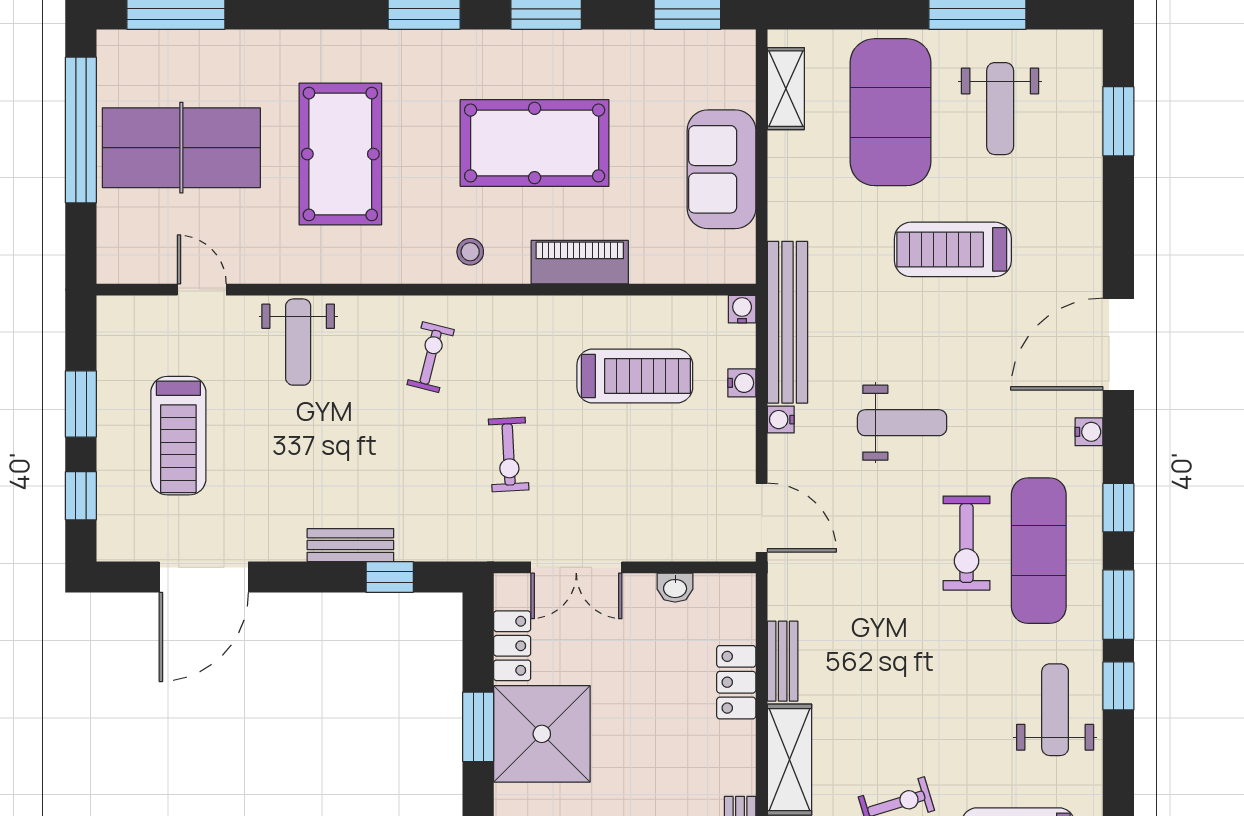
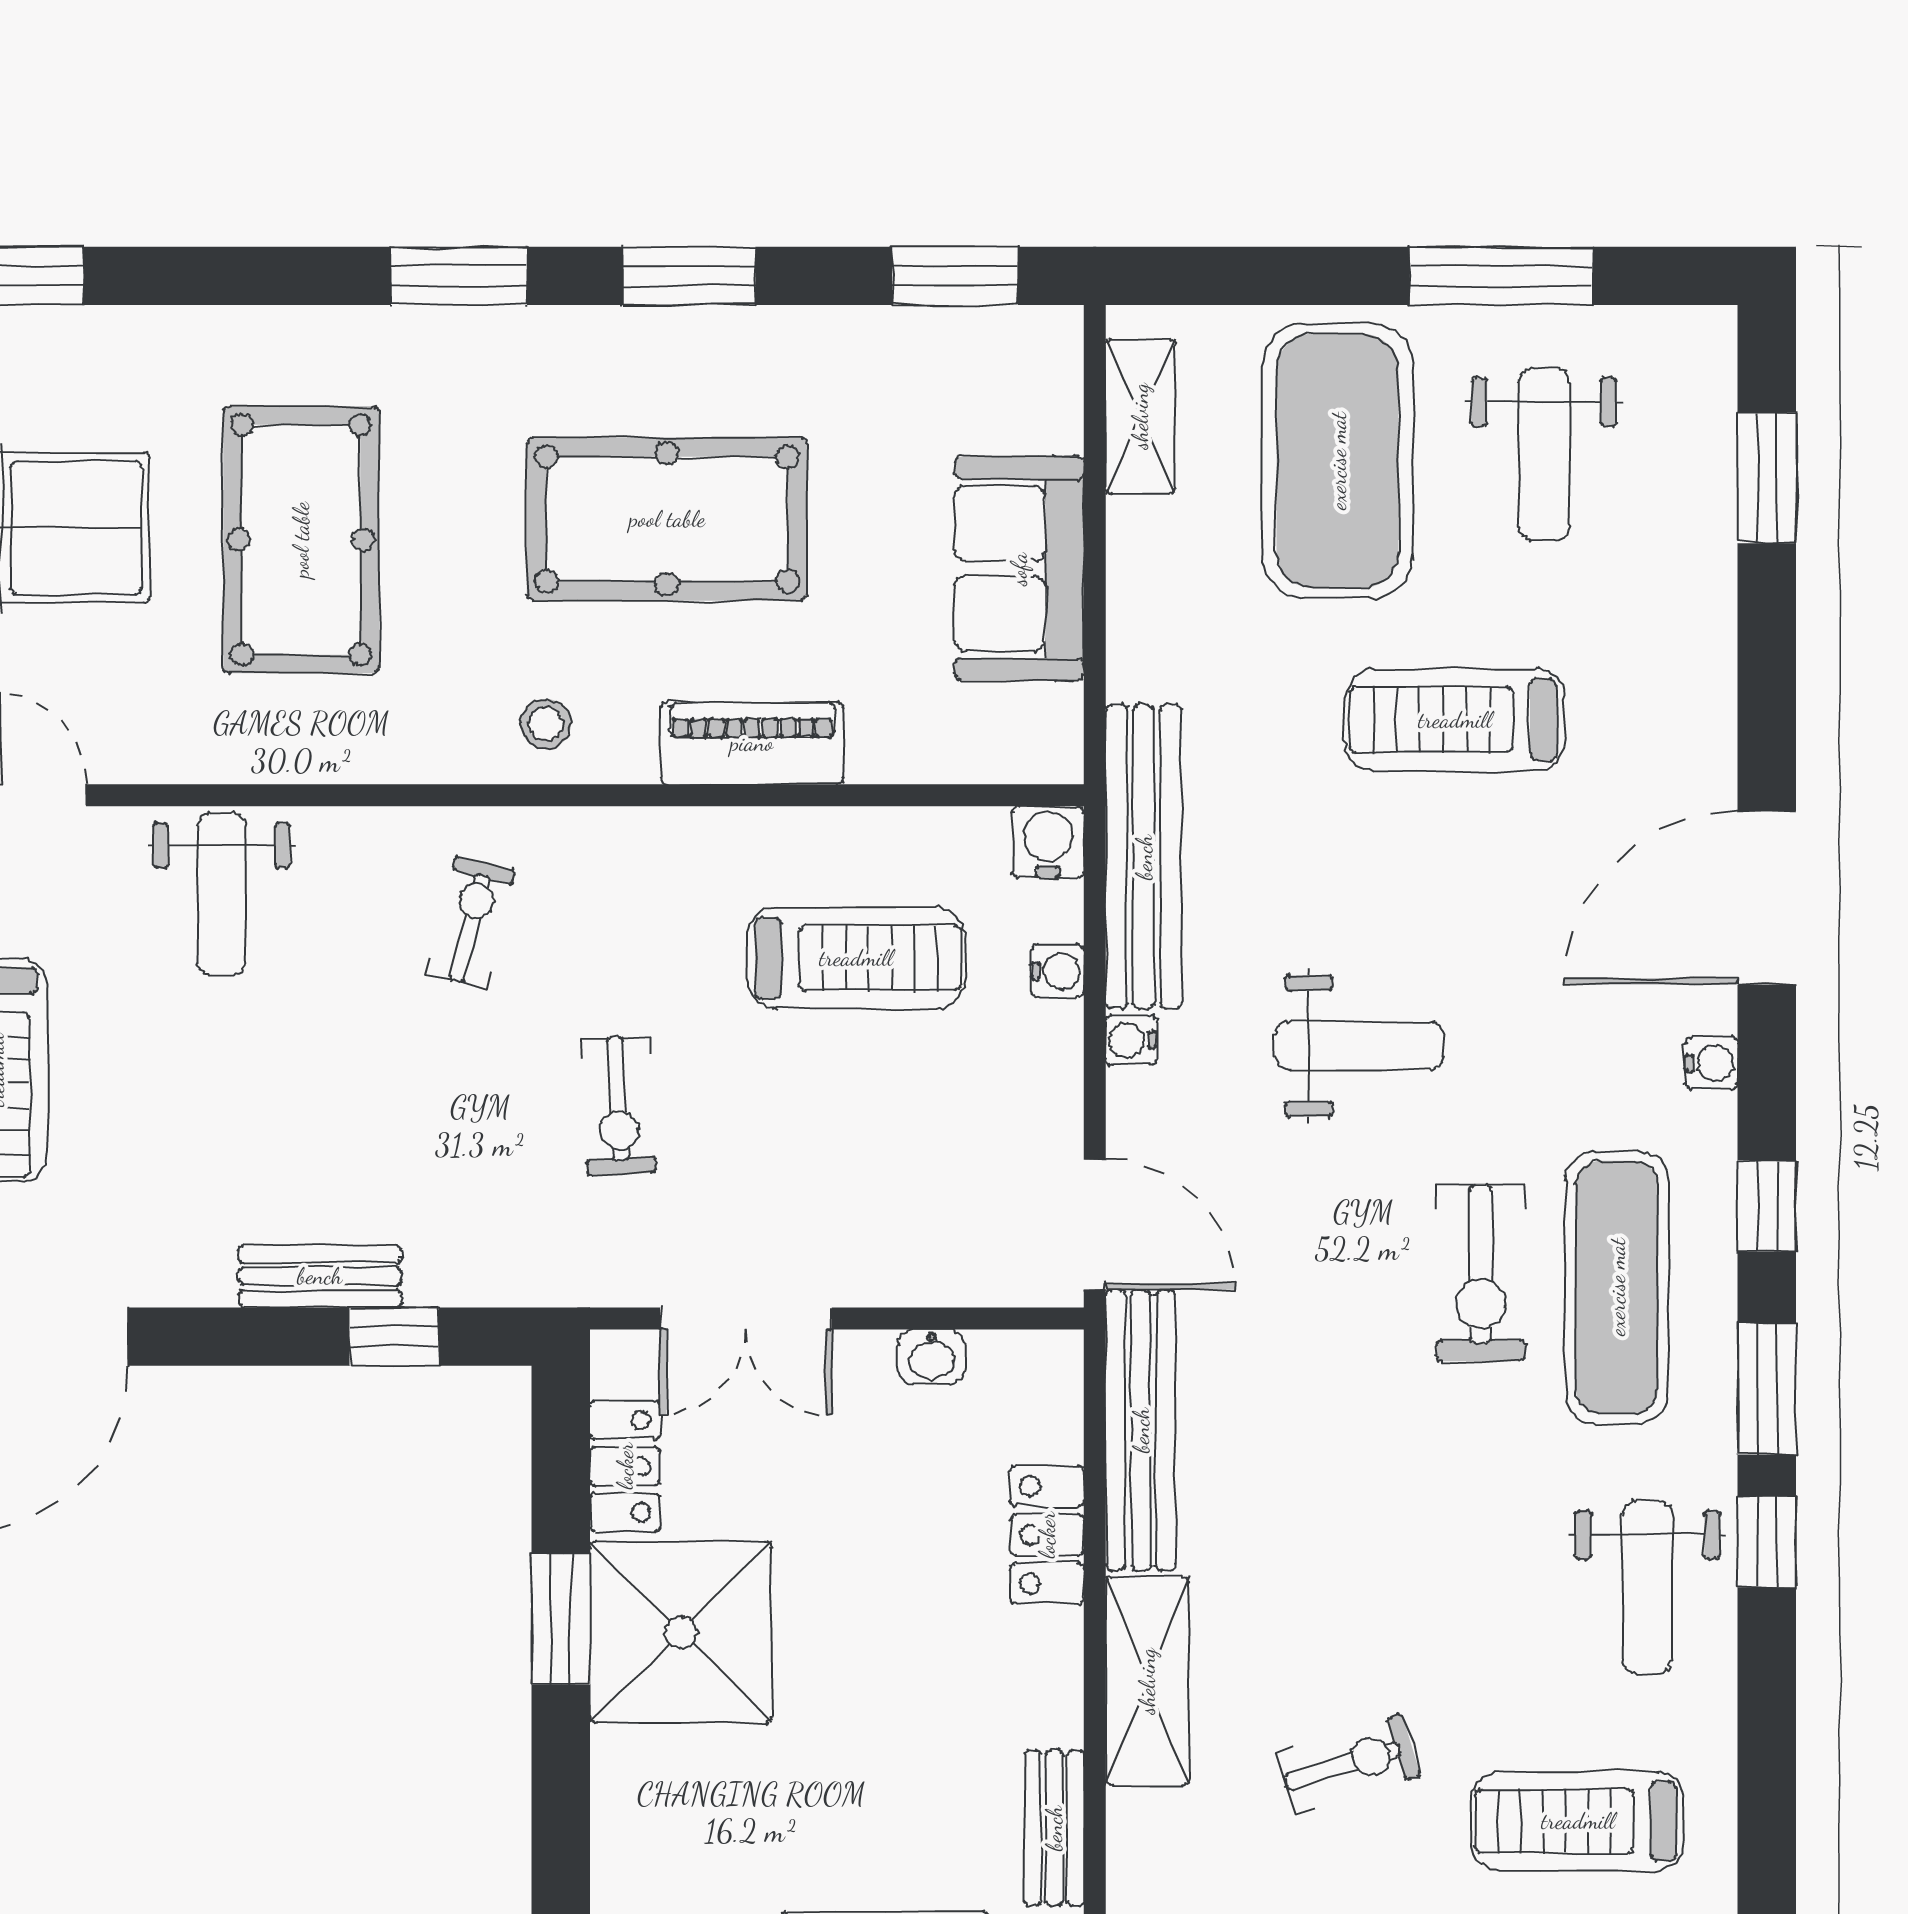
water cooler: (742, 309) -> (1048, 842), width x1.38, depth x1.38
bench: (783, 661) -> (1141, 1430), width x1.86, depth x1.21
weight bench: (1055, 710) -> (1648, 1587), turned 180

